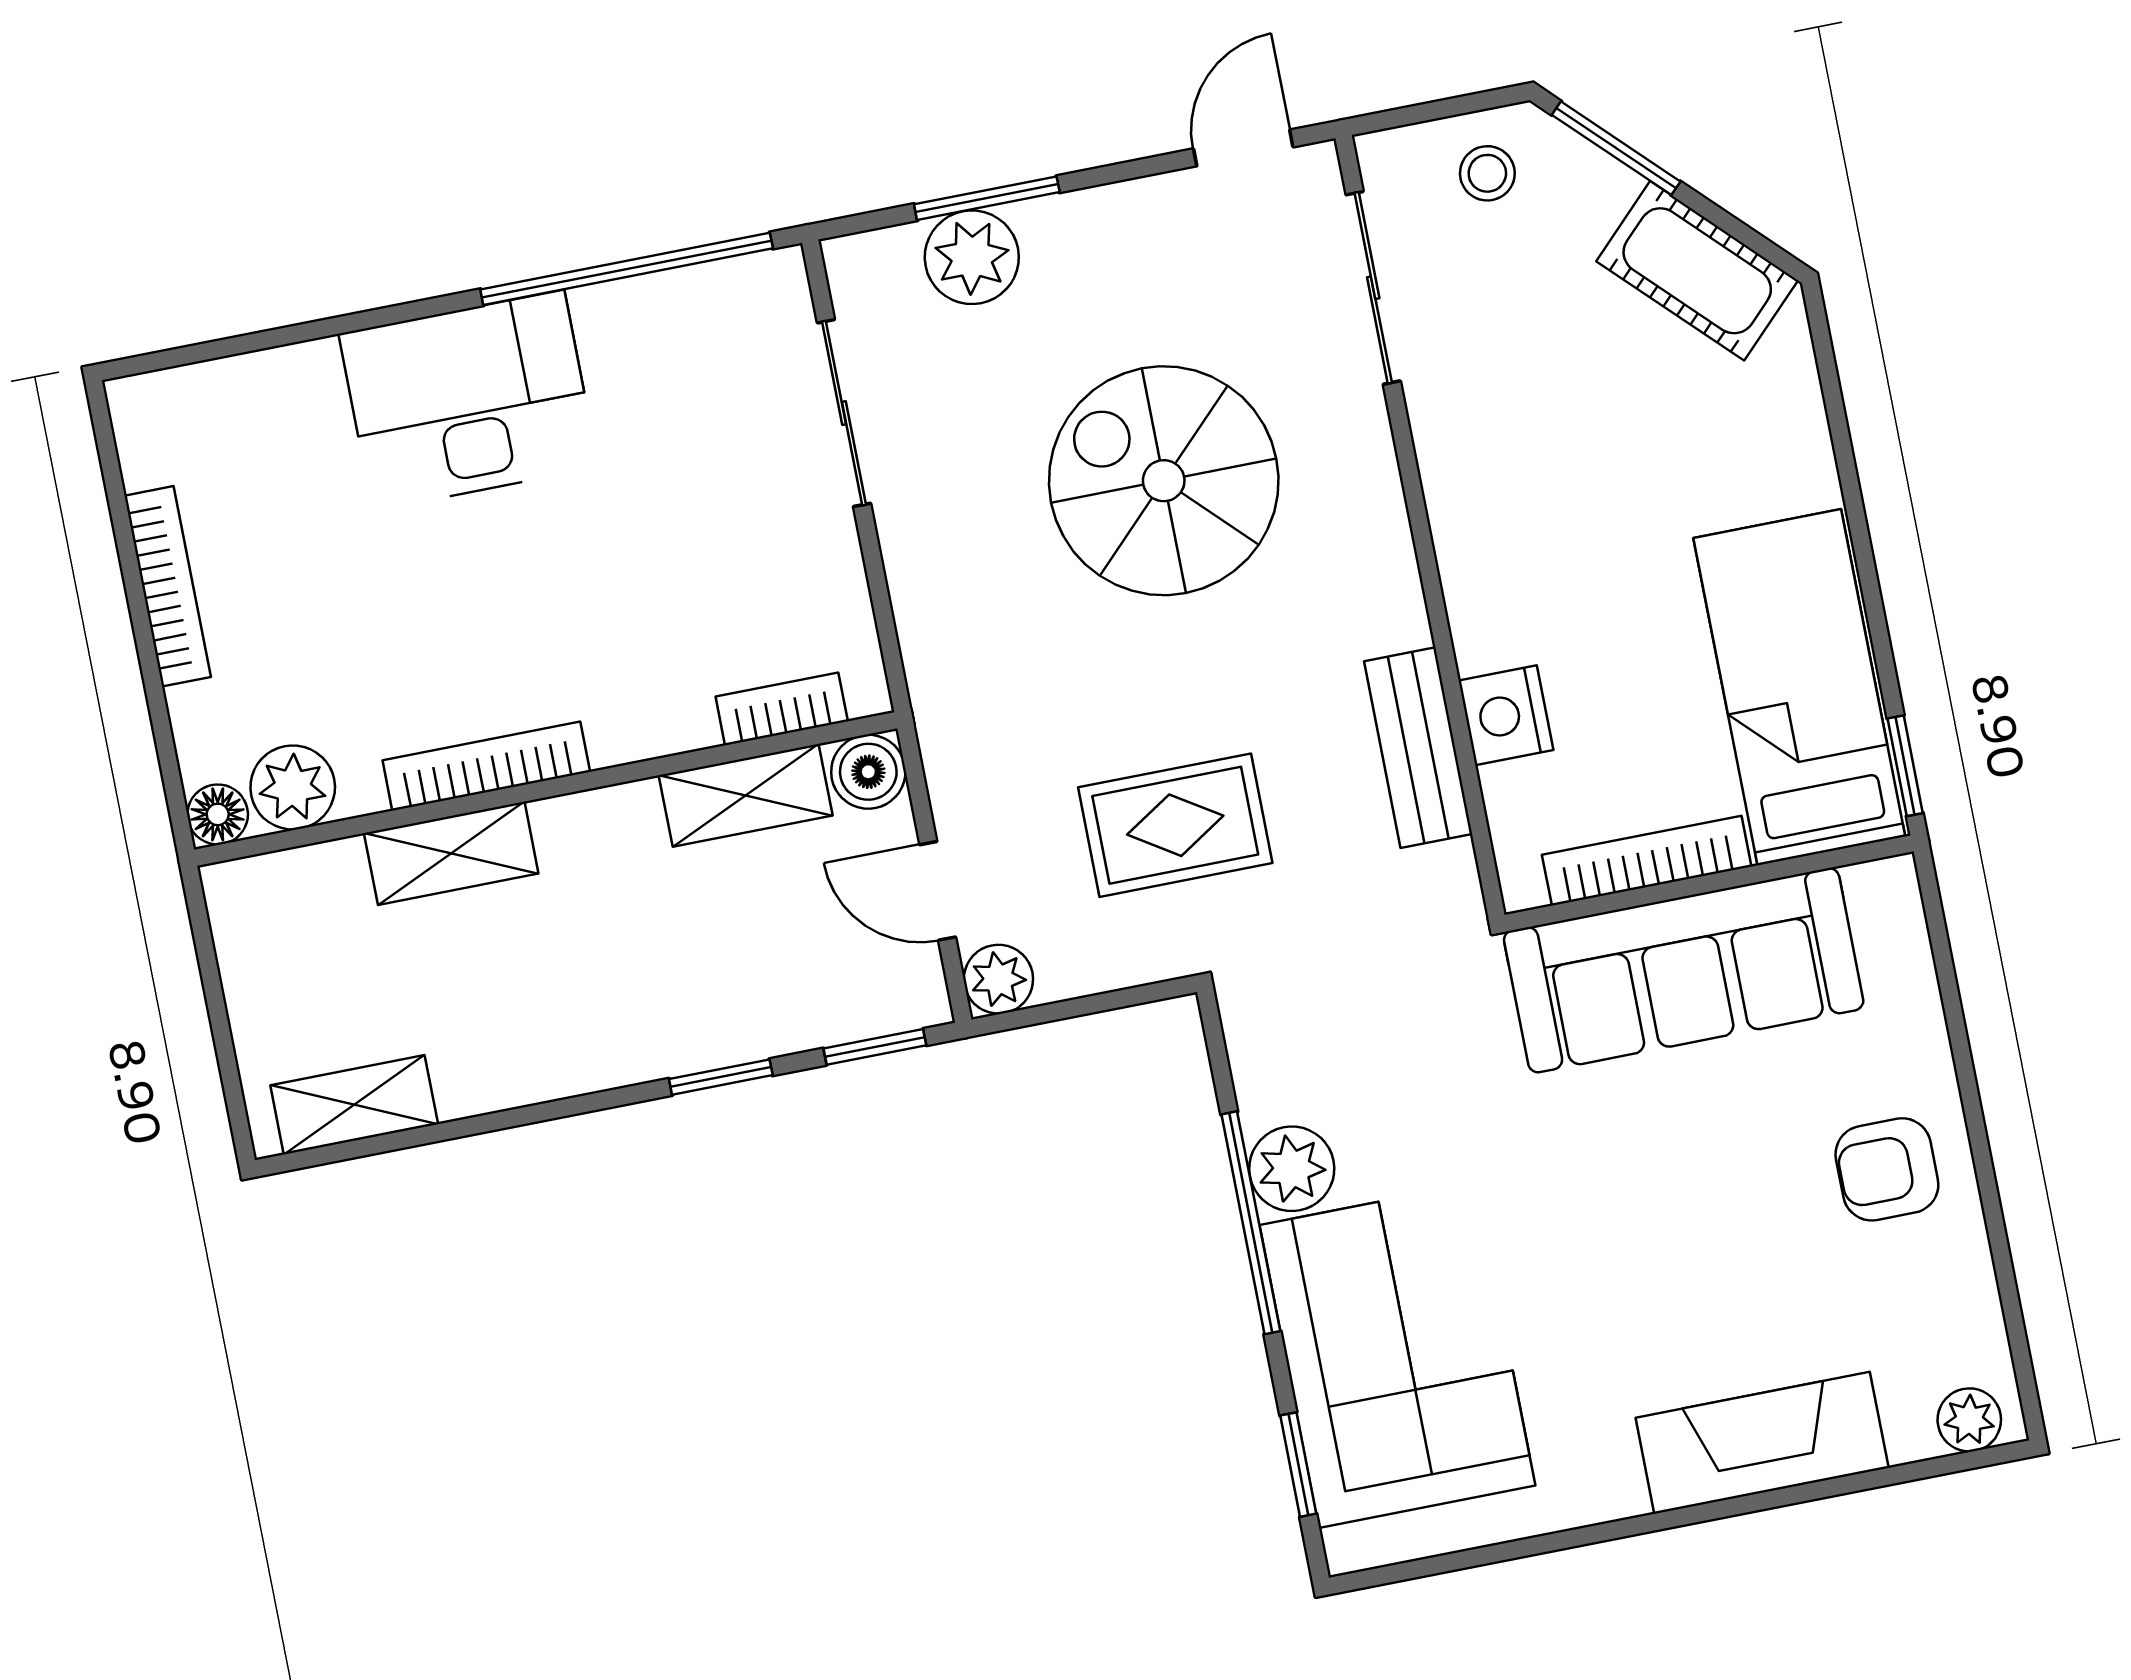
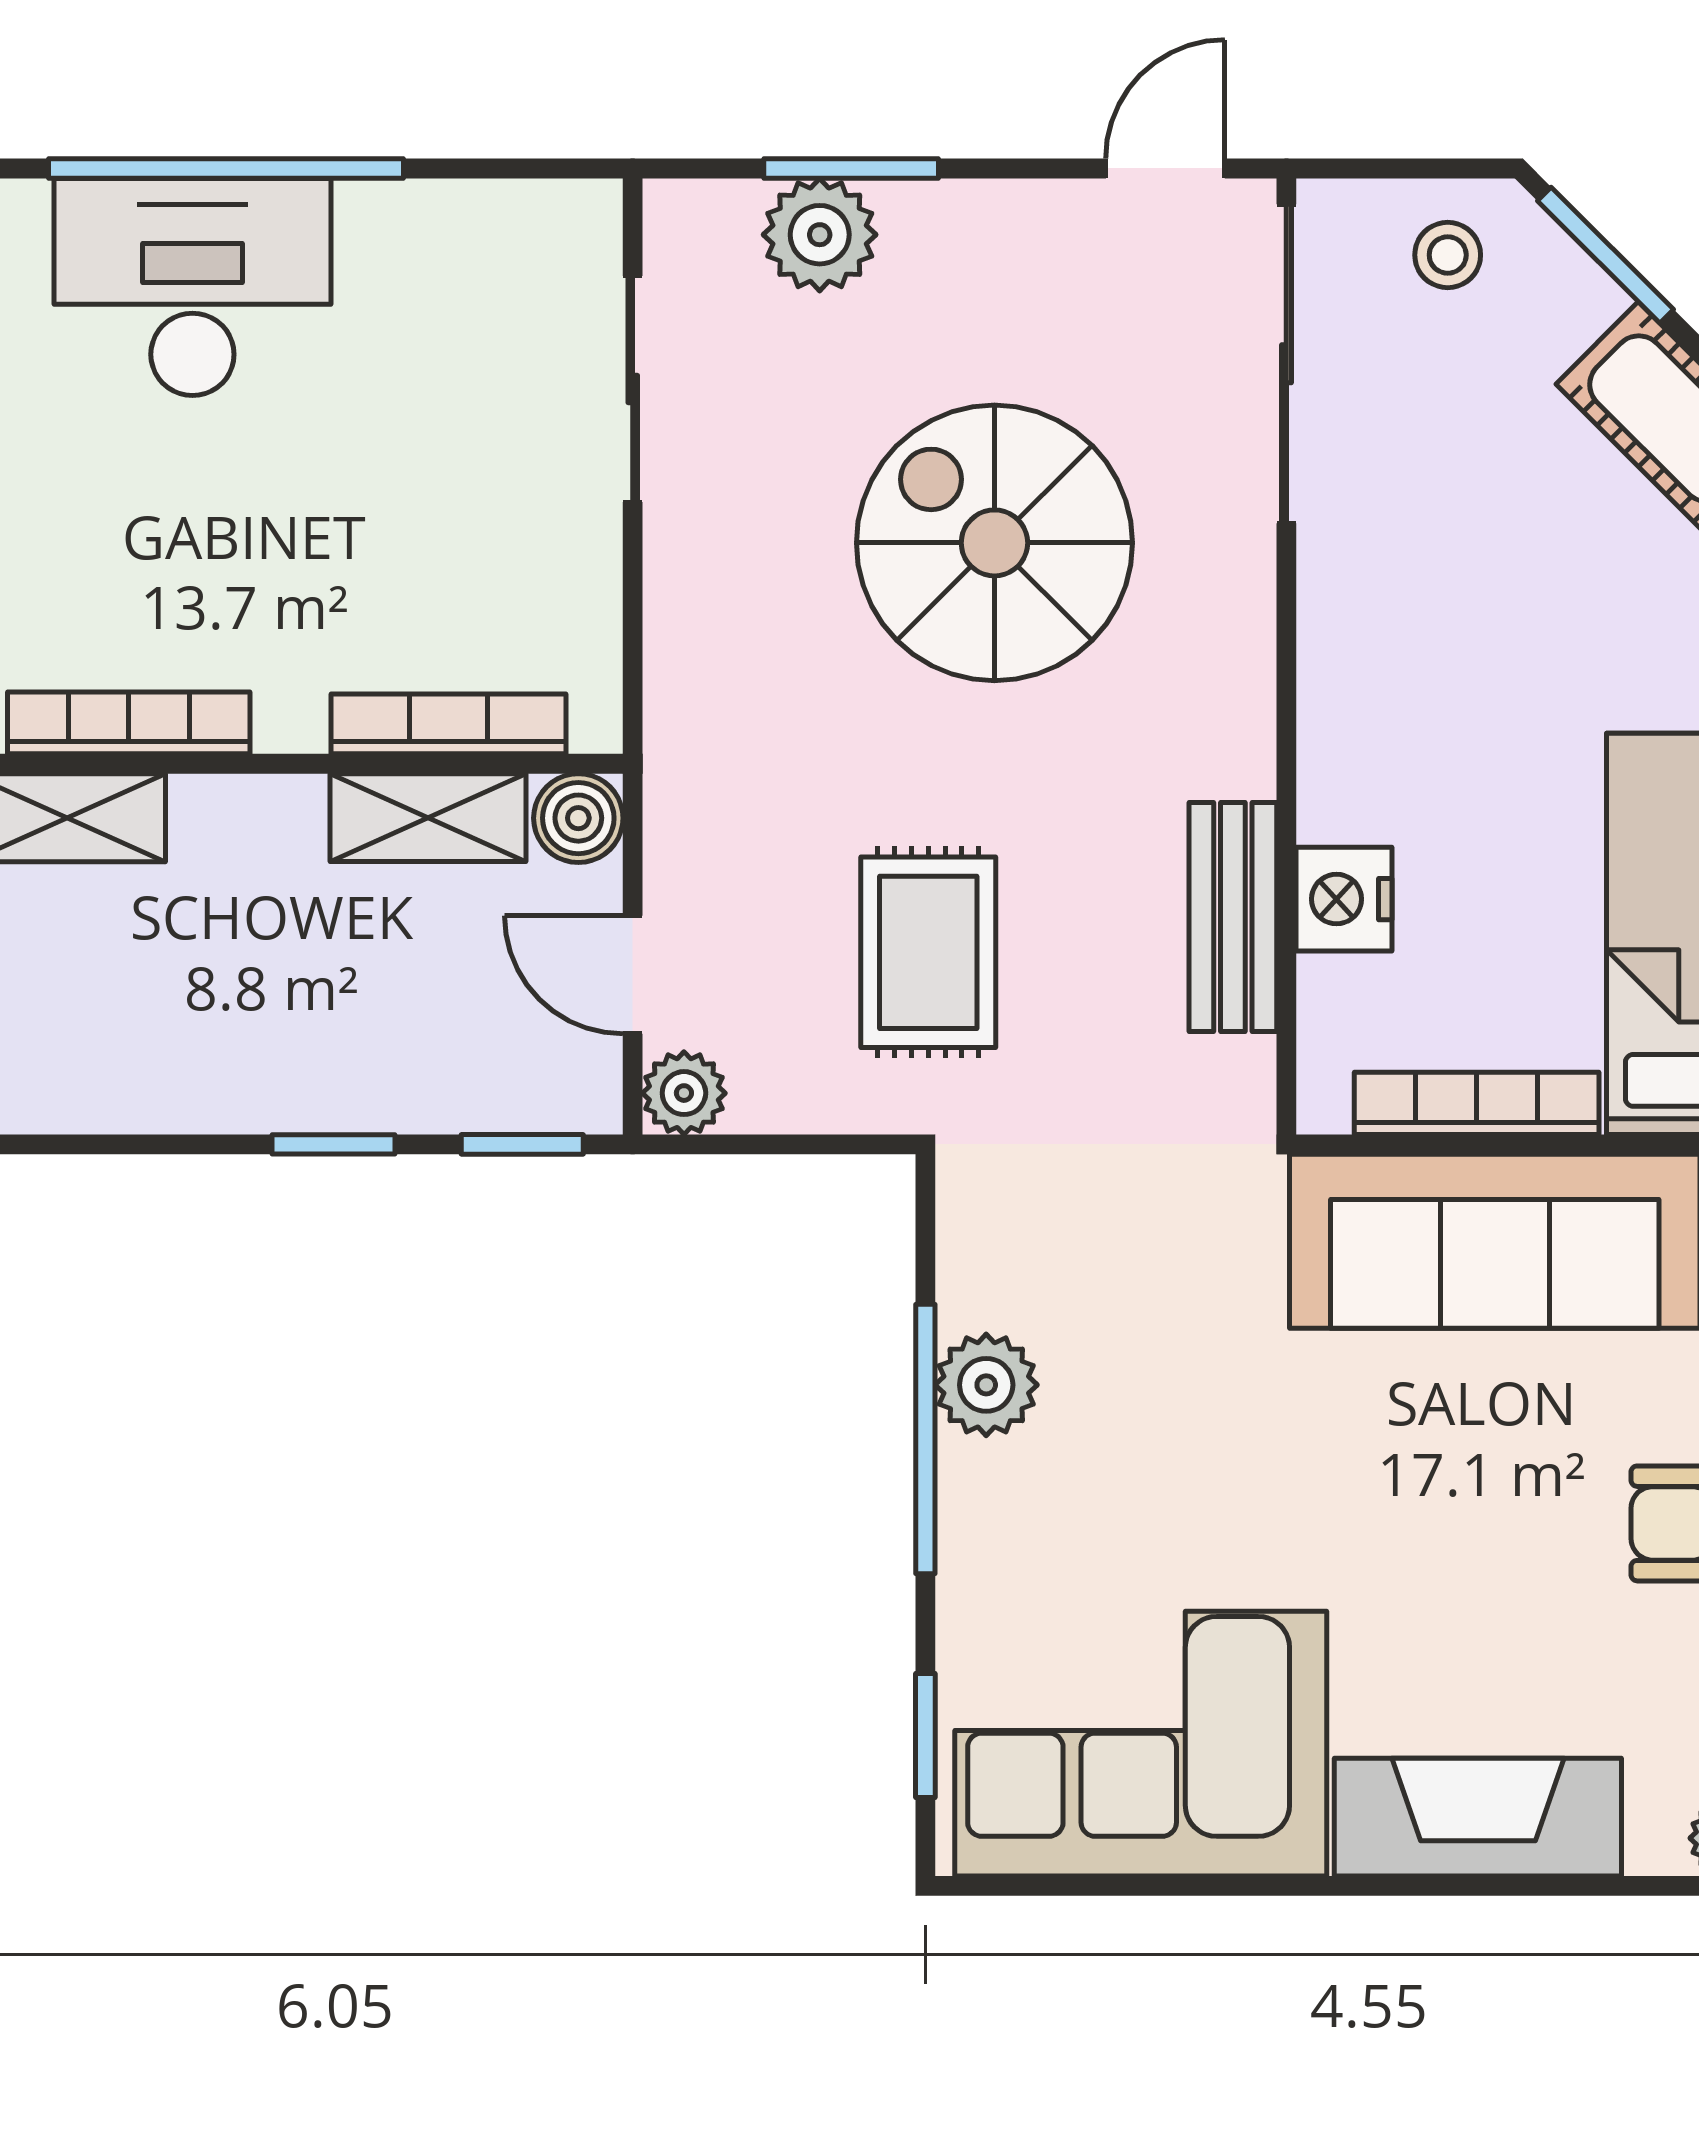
window: (627, 269) -> (226, 168), moved
sliding door: (1373, 288) -> (1286, 364), width x1.37
bookcase: (782, 709) -> (448, 724), width x1.56
rug: (1175, 825) -> (928, 952), turned 90
corner sofa: (1397, 1355) -> (1141, 1744), moved, turned -90

